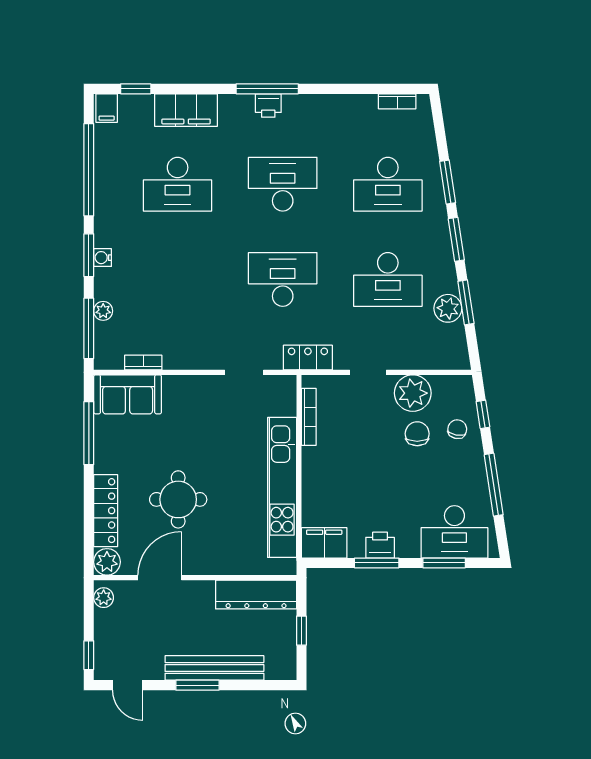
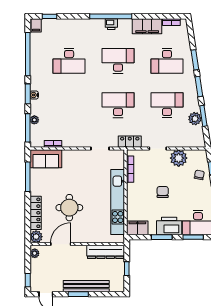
window: (267, 89) -> (111, 16), width x1.46
filing cabinet: (186, 110) -> (147, 26), moved
desk: (388, 279) -> (167, 105), turned 180
chair: (417, 434) -> (163, 192), moved
printer: (380, 545) -> (169, 226), width x1.87, depth x1.48

